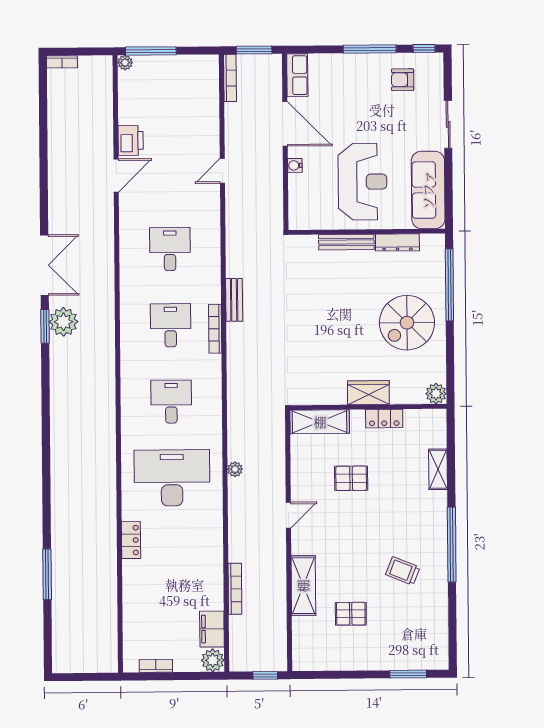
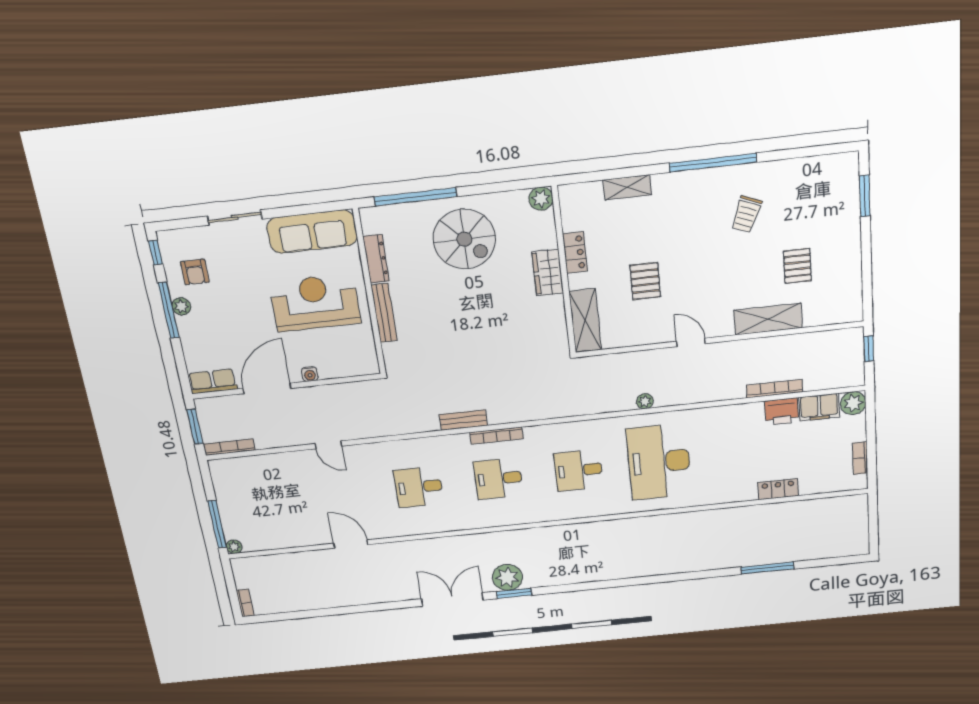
plant: (372, 61) -> (181, 306), added
printer: (131, 140) -> (782, 412), moved, turned 180
locker: (131, 540) -> (778, 489), moved

